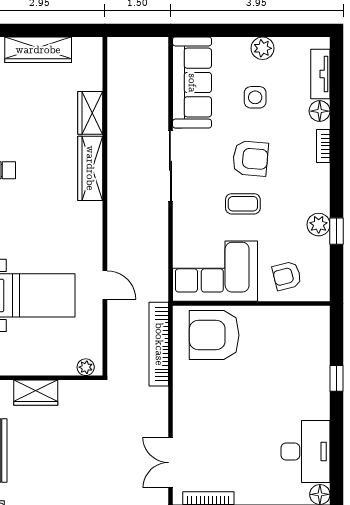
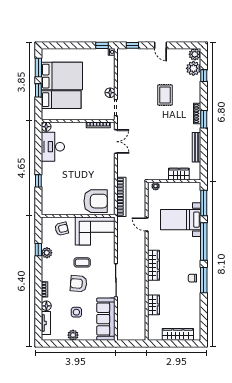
wardrobe: (90, 168) -> (153, 265), moved

